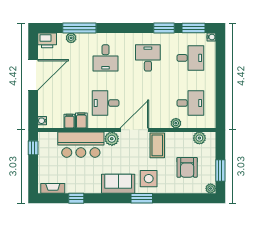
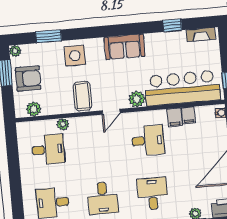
desk: (190, 103) -> (48, 149), turned 180
door: (134, 130) -> (111, 112), width x0.53
bar counter: (81, 145) -> (182, 88), width x1.36
armchair: (187, 167) -> (28, 78), moved, turned 90
side table: (149, 179) -> (75, 56), moved
window: (142, 198) -> (49, 36), moved

